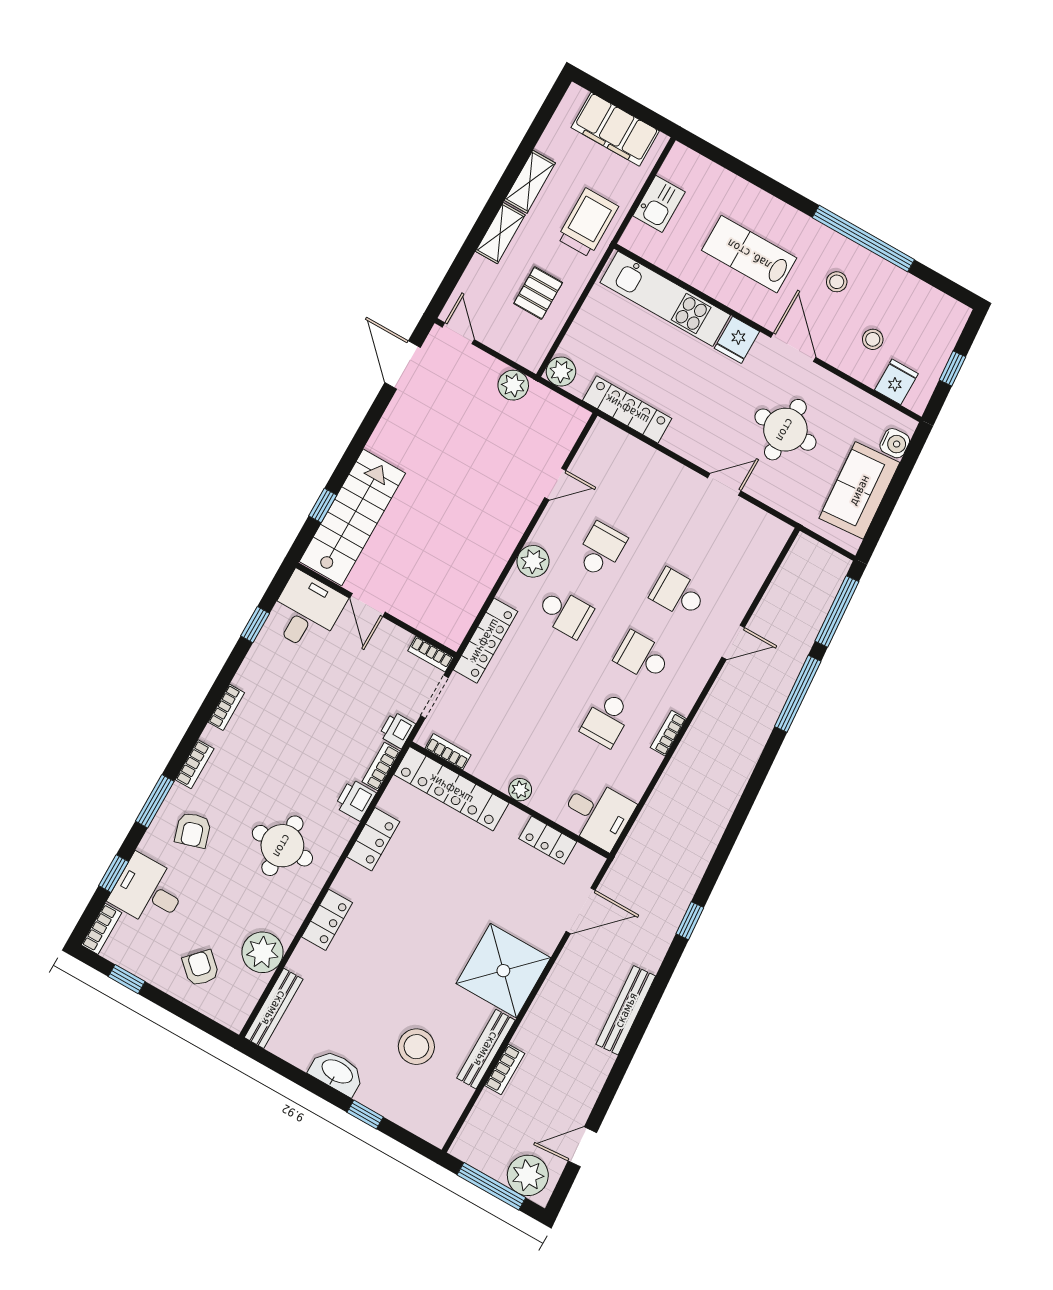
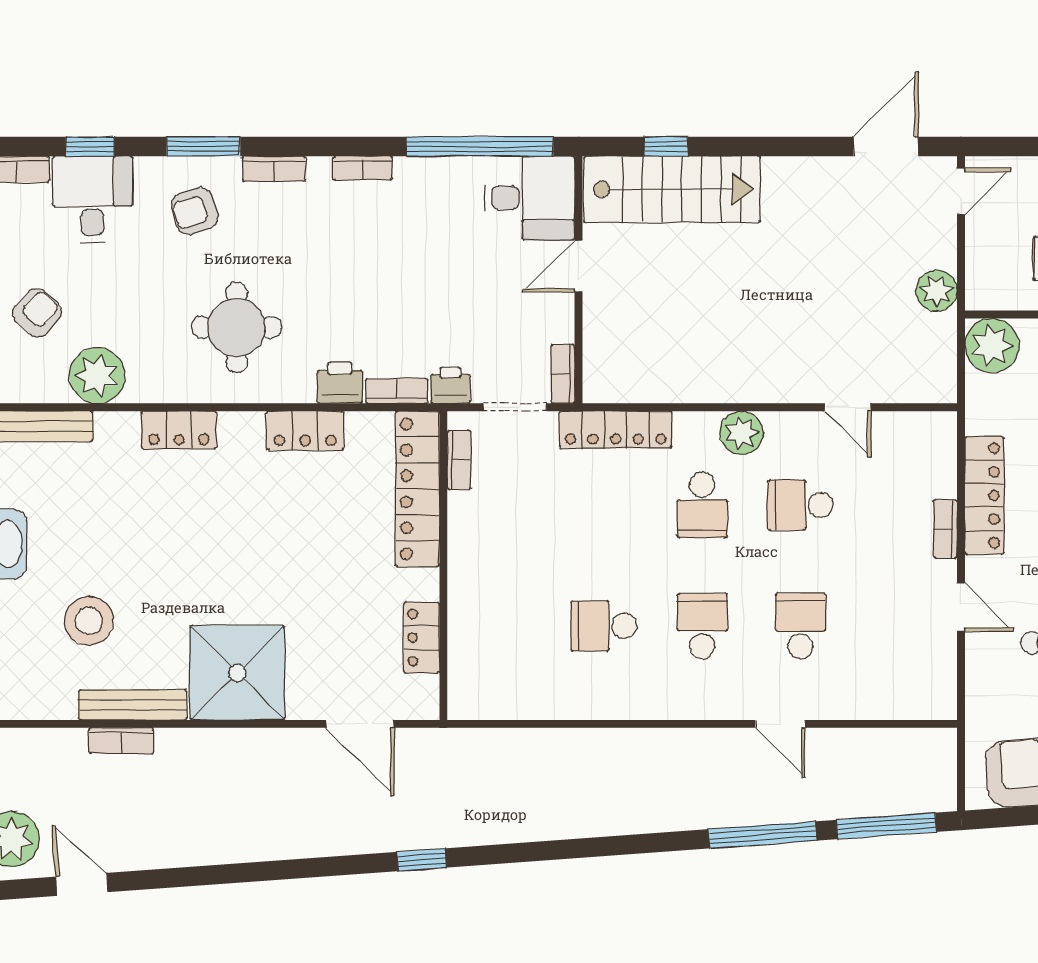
plant: (561, 372) -> (992, 345), width x1.36, depth x1.36
locker: (627, 409) -> (984, 495), moved
school desk: (601, 550) -> (801, 505), turned 180
window: (255, 625) -> (480, 146), width x3.17
bookcase: (668, 733) -> (945, 529), moved, turned -90
plant: (520, 790) -> (463, 571), removed
desk: (597, 814) -> (486, 679), removed
bench: (626, 1010) -> (273, 844), removed

